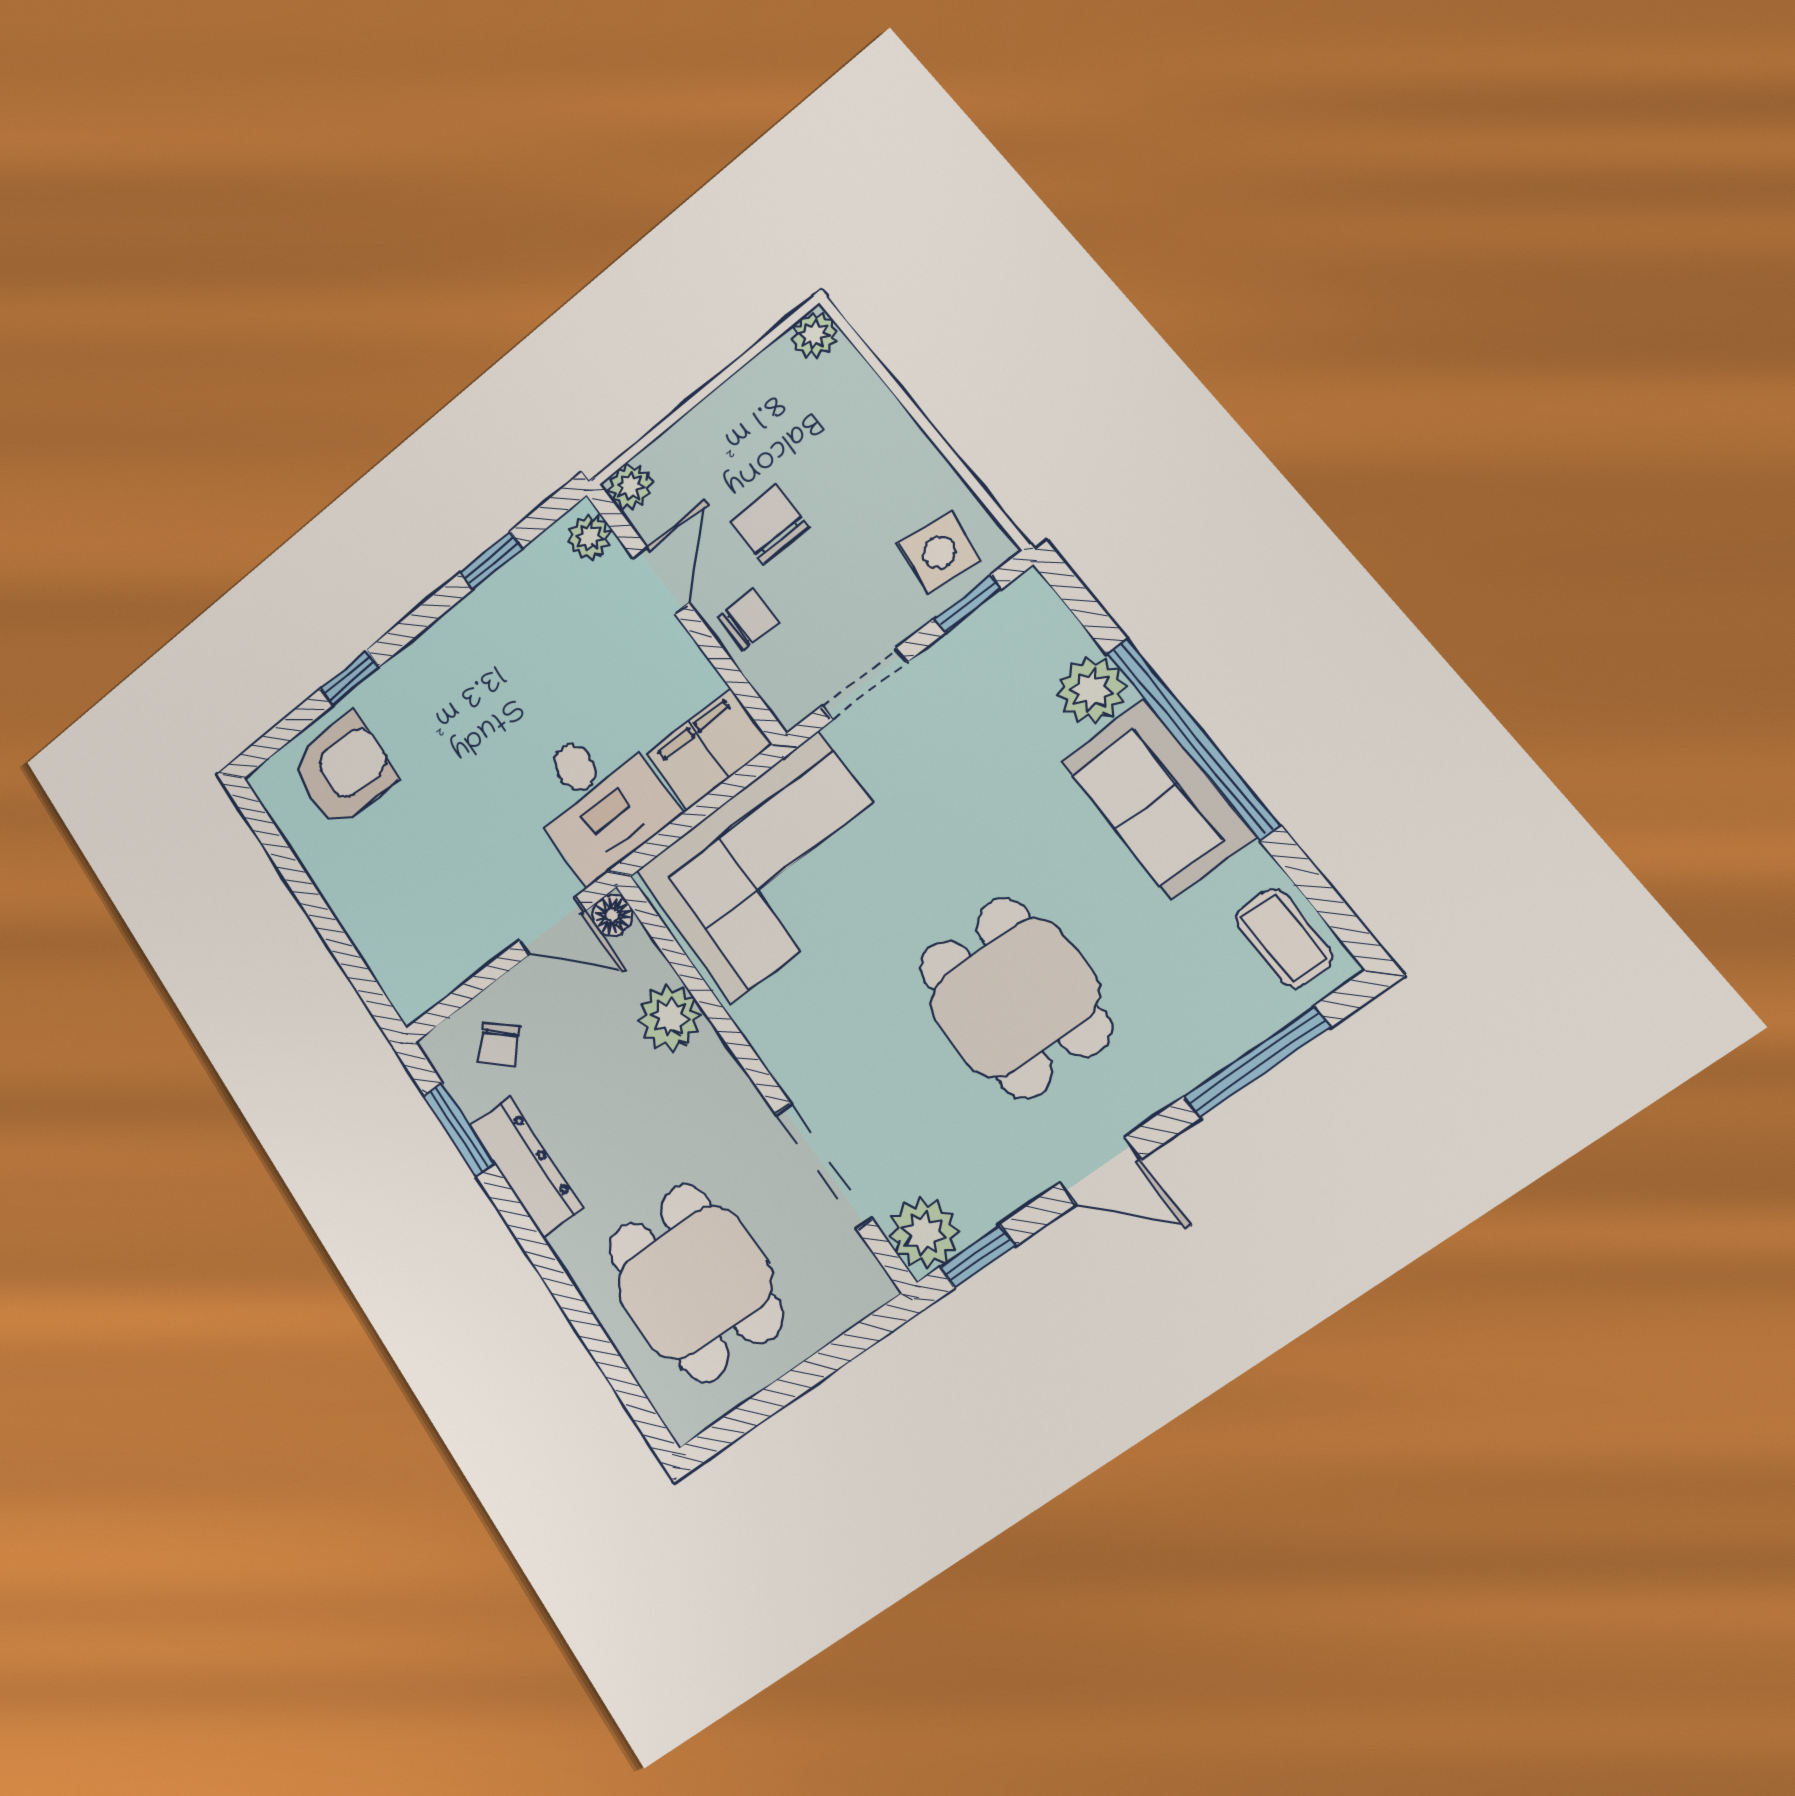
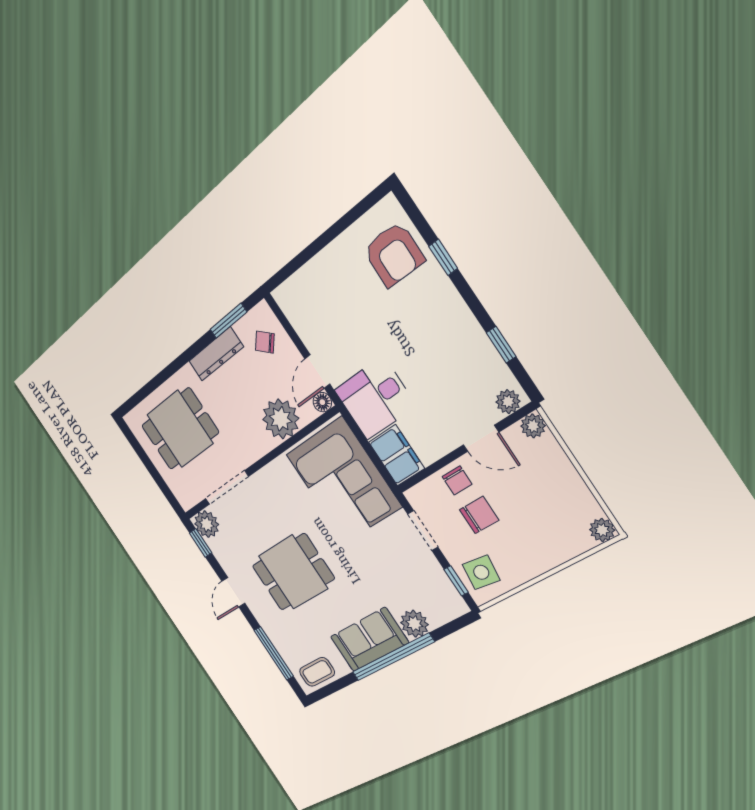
chair: (769, 524) -> (479, 515), moved
plant: (670, 1018) -> (281, 419), width x1.36, depth x1.36

